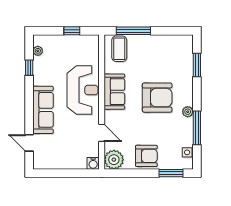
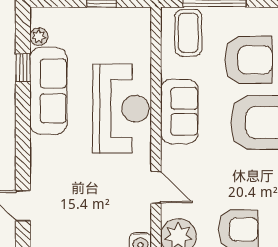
armchair: (152, 63) -> (248, 60), added
sofa: (43, 110) -> (48, 91), moved

